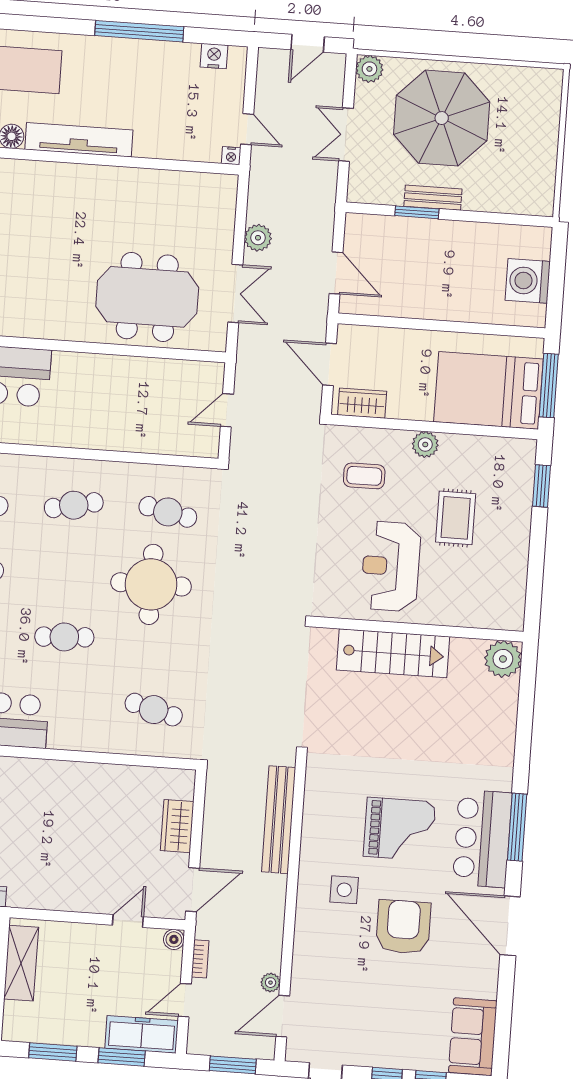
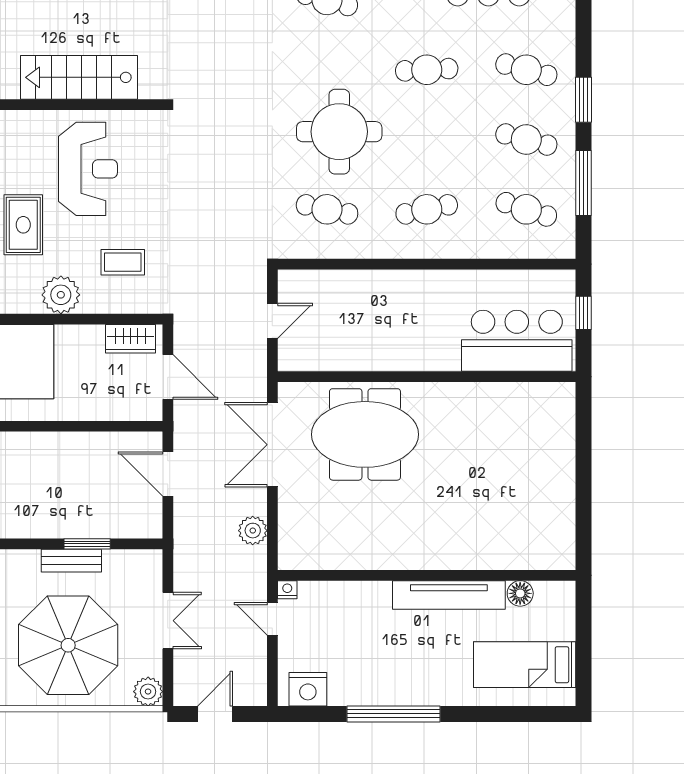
nightstand: (214, 56) -> (308, 689), width x1.36, depth x1.33
plant: (258, 238) -> (253, 531), moved
double door: (235, 293) -> (272, 445), width x1.37
plant: (425, 444) -> (61, 295), width x1.36, depth x1.36

